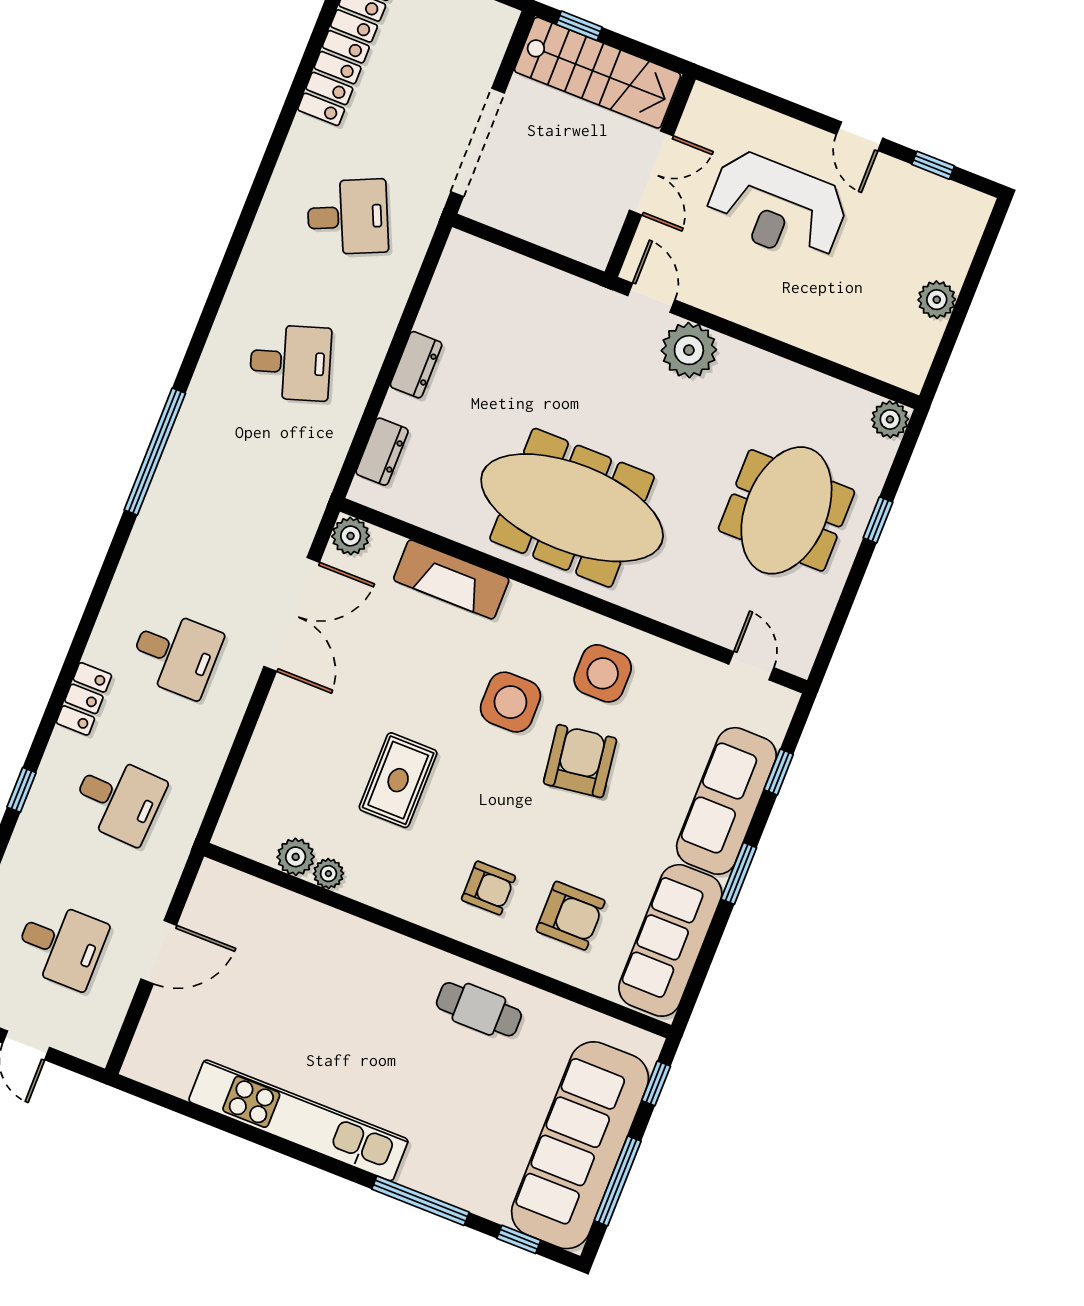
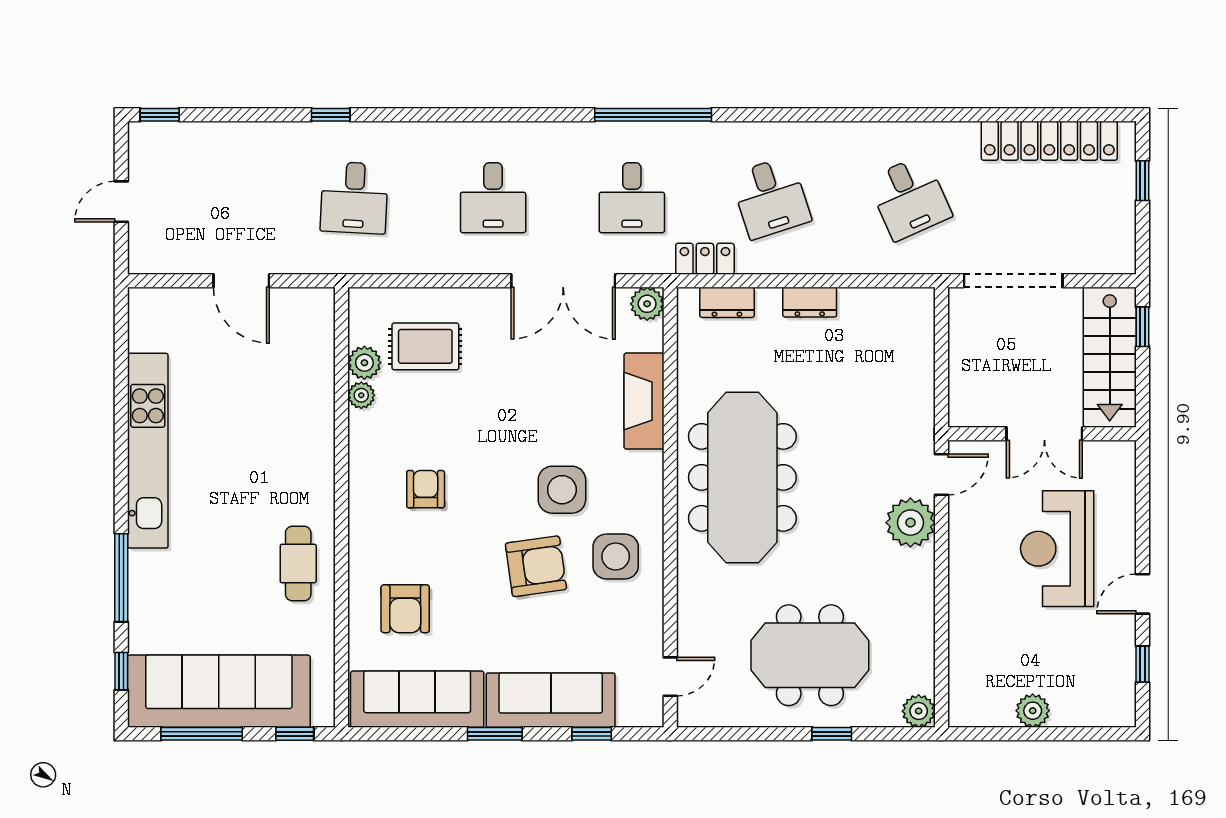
locker: (84, 699) -> (705, 259), moved, turned 180
rug: (398, 780) -> (425, 346), moved
armchair: (488, 888) -> (426, 489), moved, turned 180
desk: (61, 945) -> (632, 198), moved

